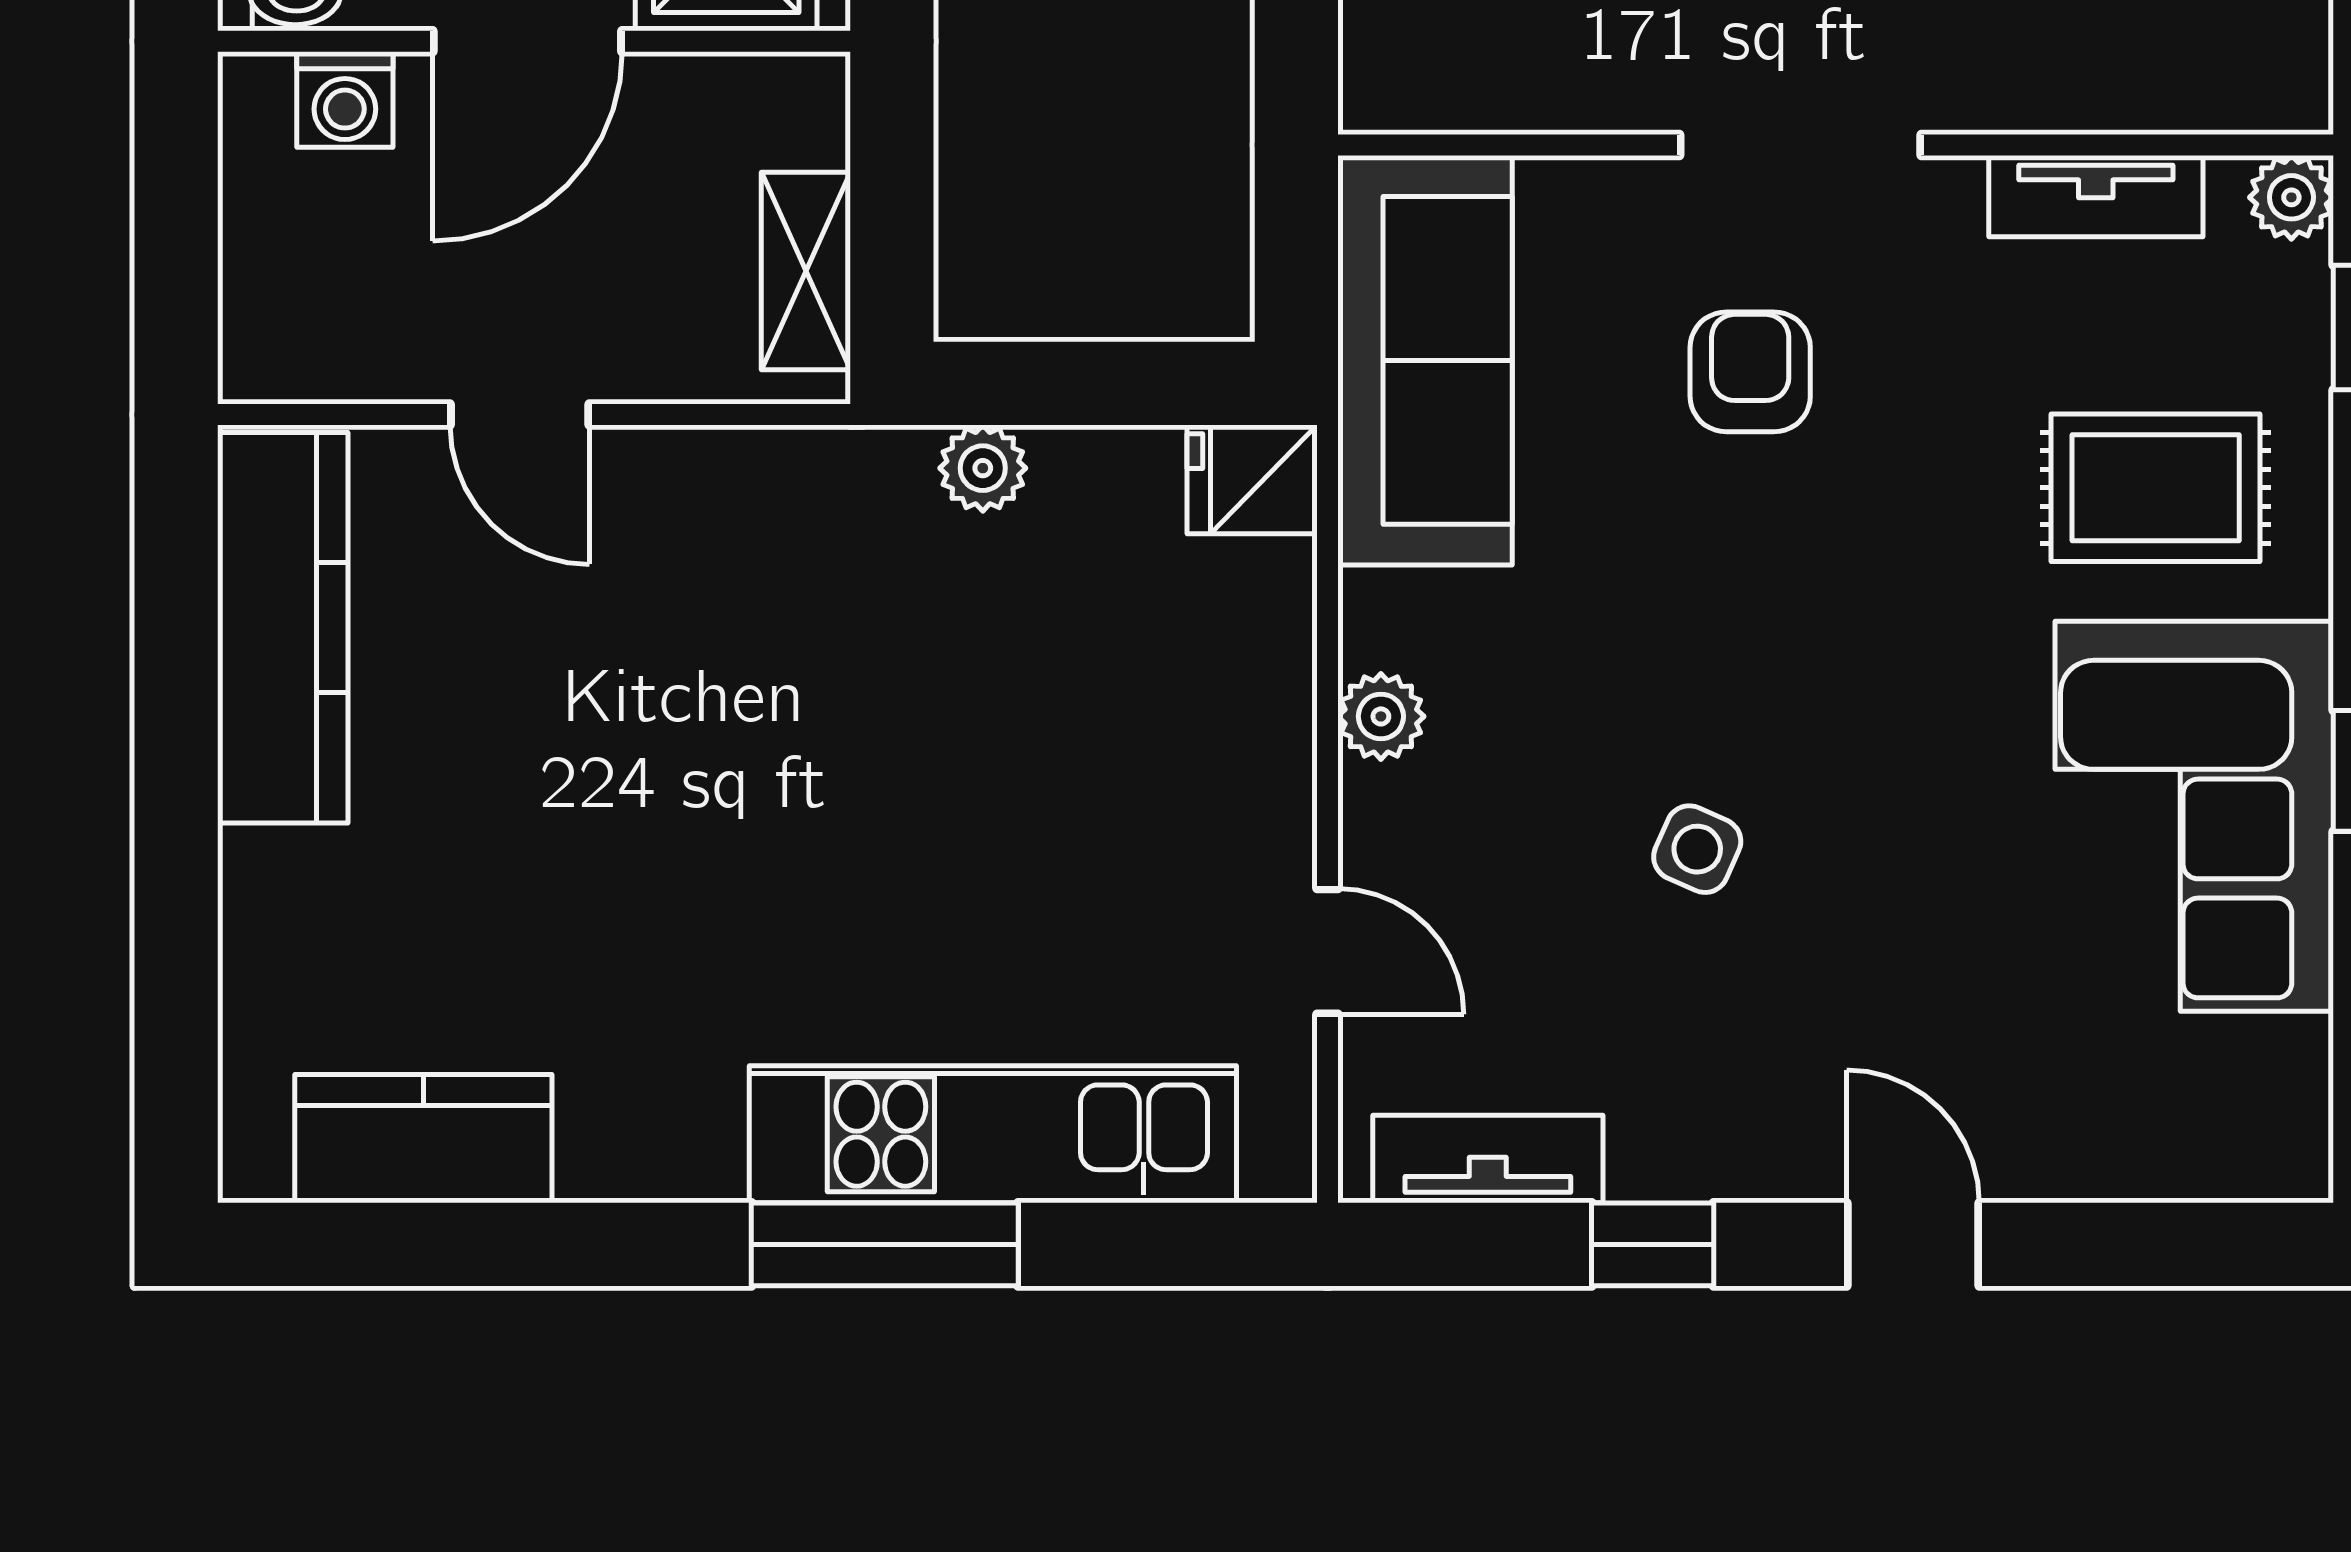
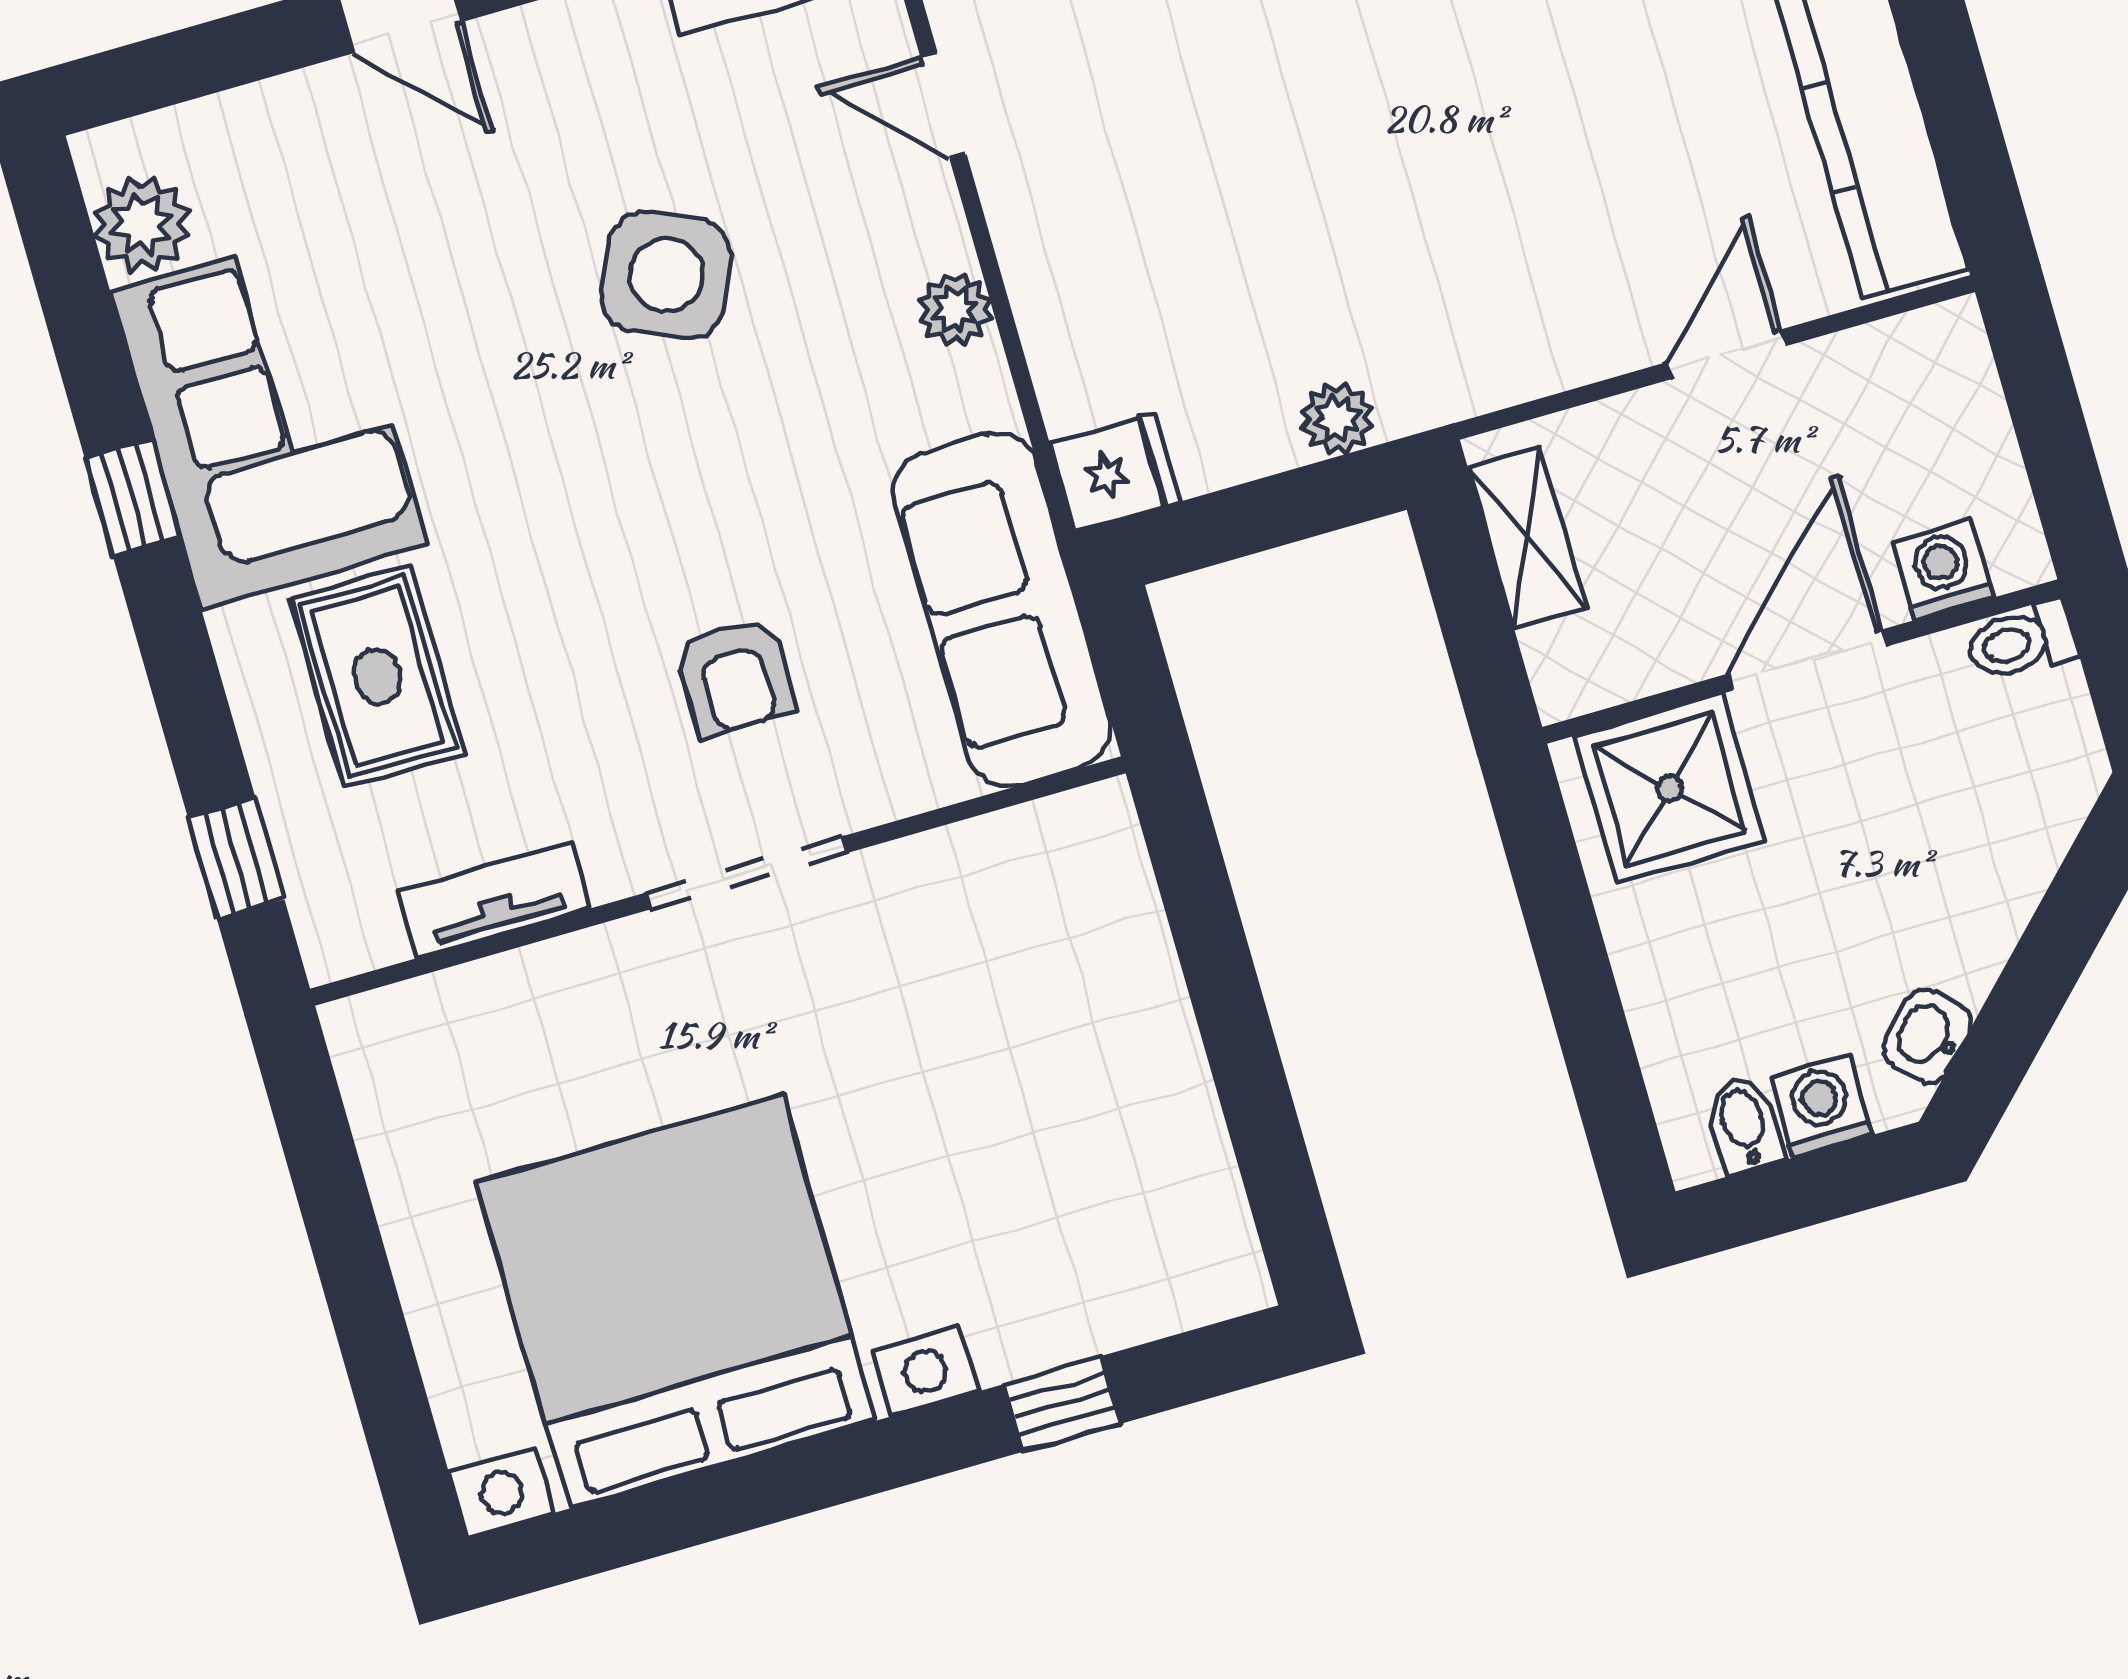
plant: (2291, 197) -> (142, 224), moved, width x1.38, depth x1.38
door: (520, 415) -> (1727, 354), hinge flipped
rug: (2156, 488) -> (377, 677), turned 90
side table: (1697, 849) -> (666, 275), width x1.87, depth x1.87

